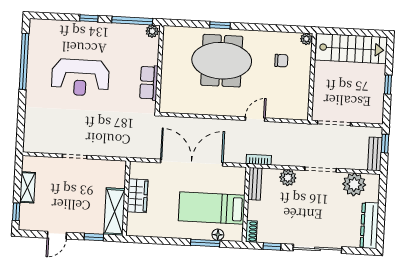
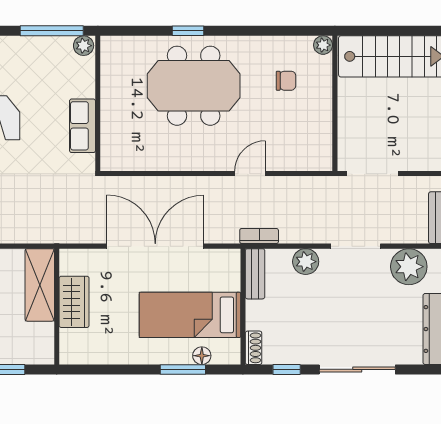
shelving: (114, 212) -> (40, 285), moved

